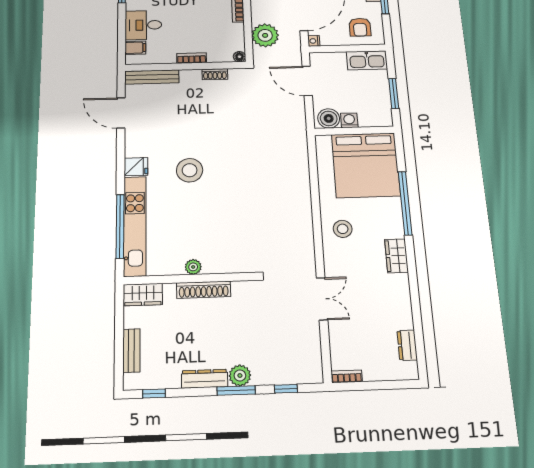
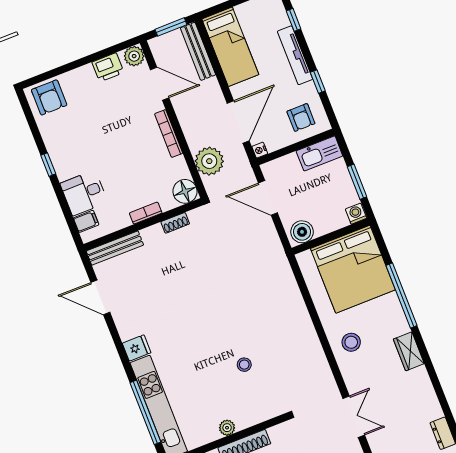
floor lamp: (239, 57) -> (185, 191), width x1.89, depth x1.89
washing machine: (349, 120) -> (356, 214), moved
stool: (190, 170) -> (244, 365), moved, width x0.53, depth x0.53

